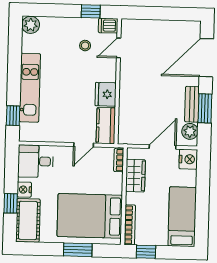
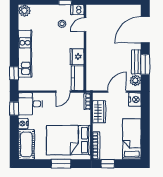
window: (11, 203) -> (14, 109), moved

